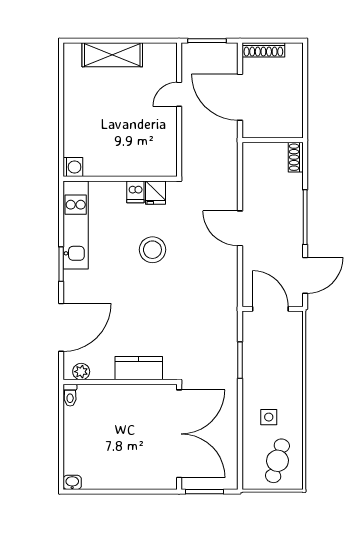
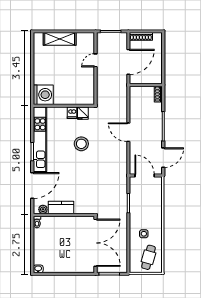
door: (240, 97) -> (128, 62), swing flipped
washing machine: (73, 167) -> (43, 95), width x1.89, depth x1.89
kitchen unit: (76, 225) -> (40, 139), width x1.36
kitchen counter: (139, 368) -> (61, 207), moved

